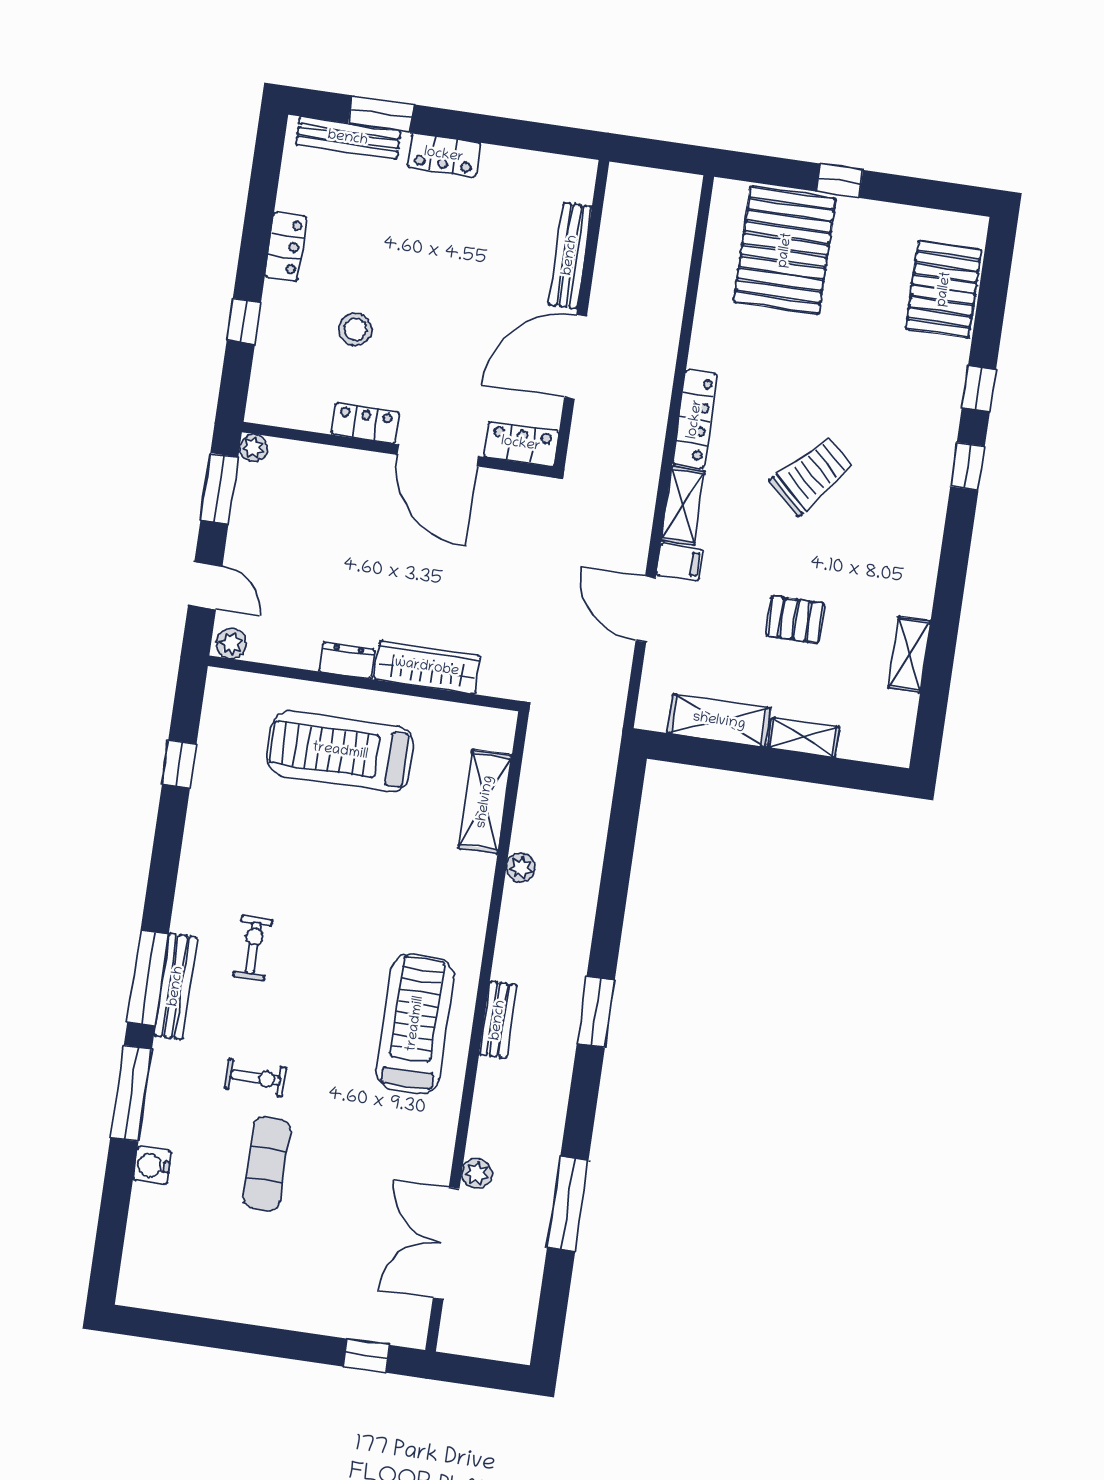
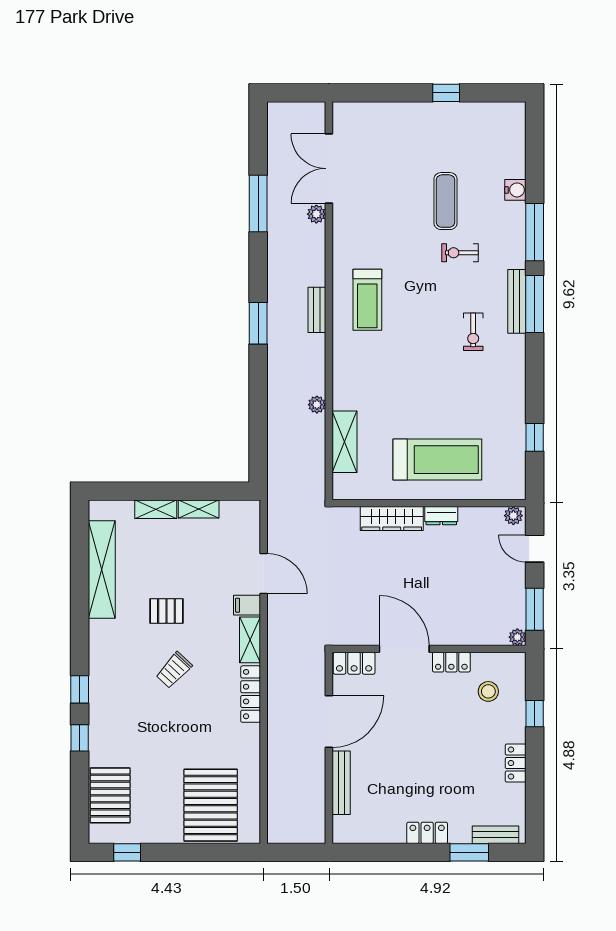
bench: (348, 138) -> (496, 835), width x0.73
window: (840, 181) -> (127, 852), moved
stool: (355, 329) -> (488, 691), moved
trolley: (812, 475) -> (174, 670), width x0.73, depth x0.72
pallet: (795, 620) -> (166, 611), moved
shelving: (909, 654) -> (102, 569), width x2.20, depth x1.33
shelving: (719, 721) -> (199, 509), width x0.67, depth x0.75
treadmill: (415, 1024) -> (367, 300), width x0.73, depth x0.73
double door: (446, 1243) -> (329, 169), swing flipped
window: (366, 1356) -> (446, 93), moved

